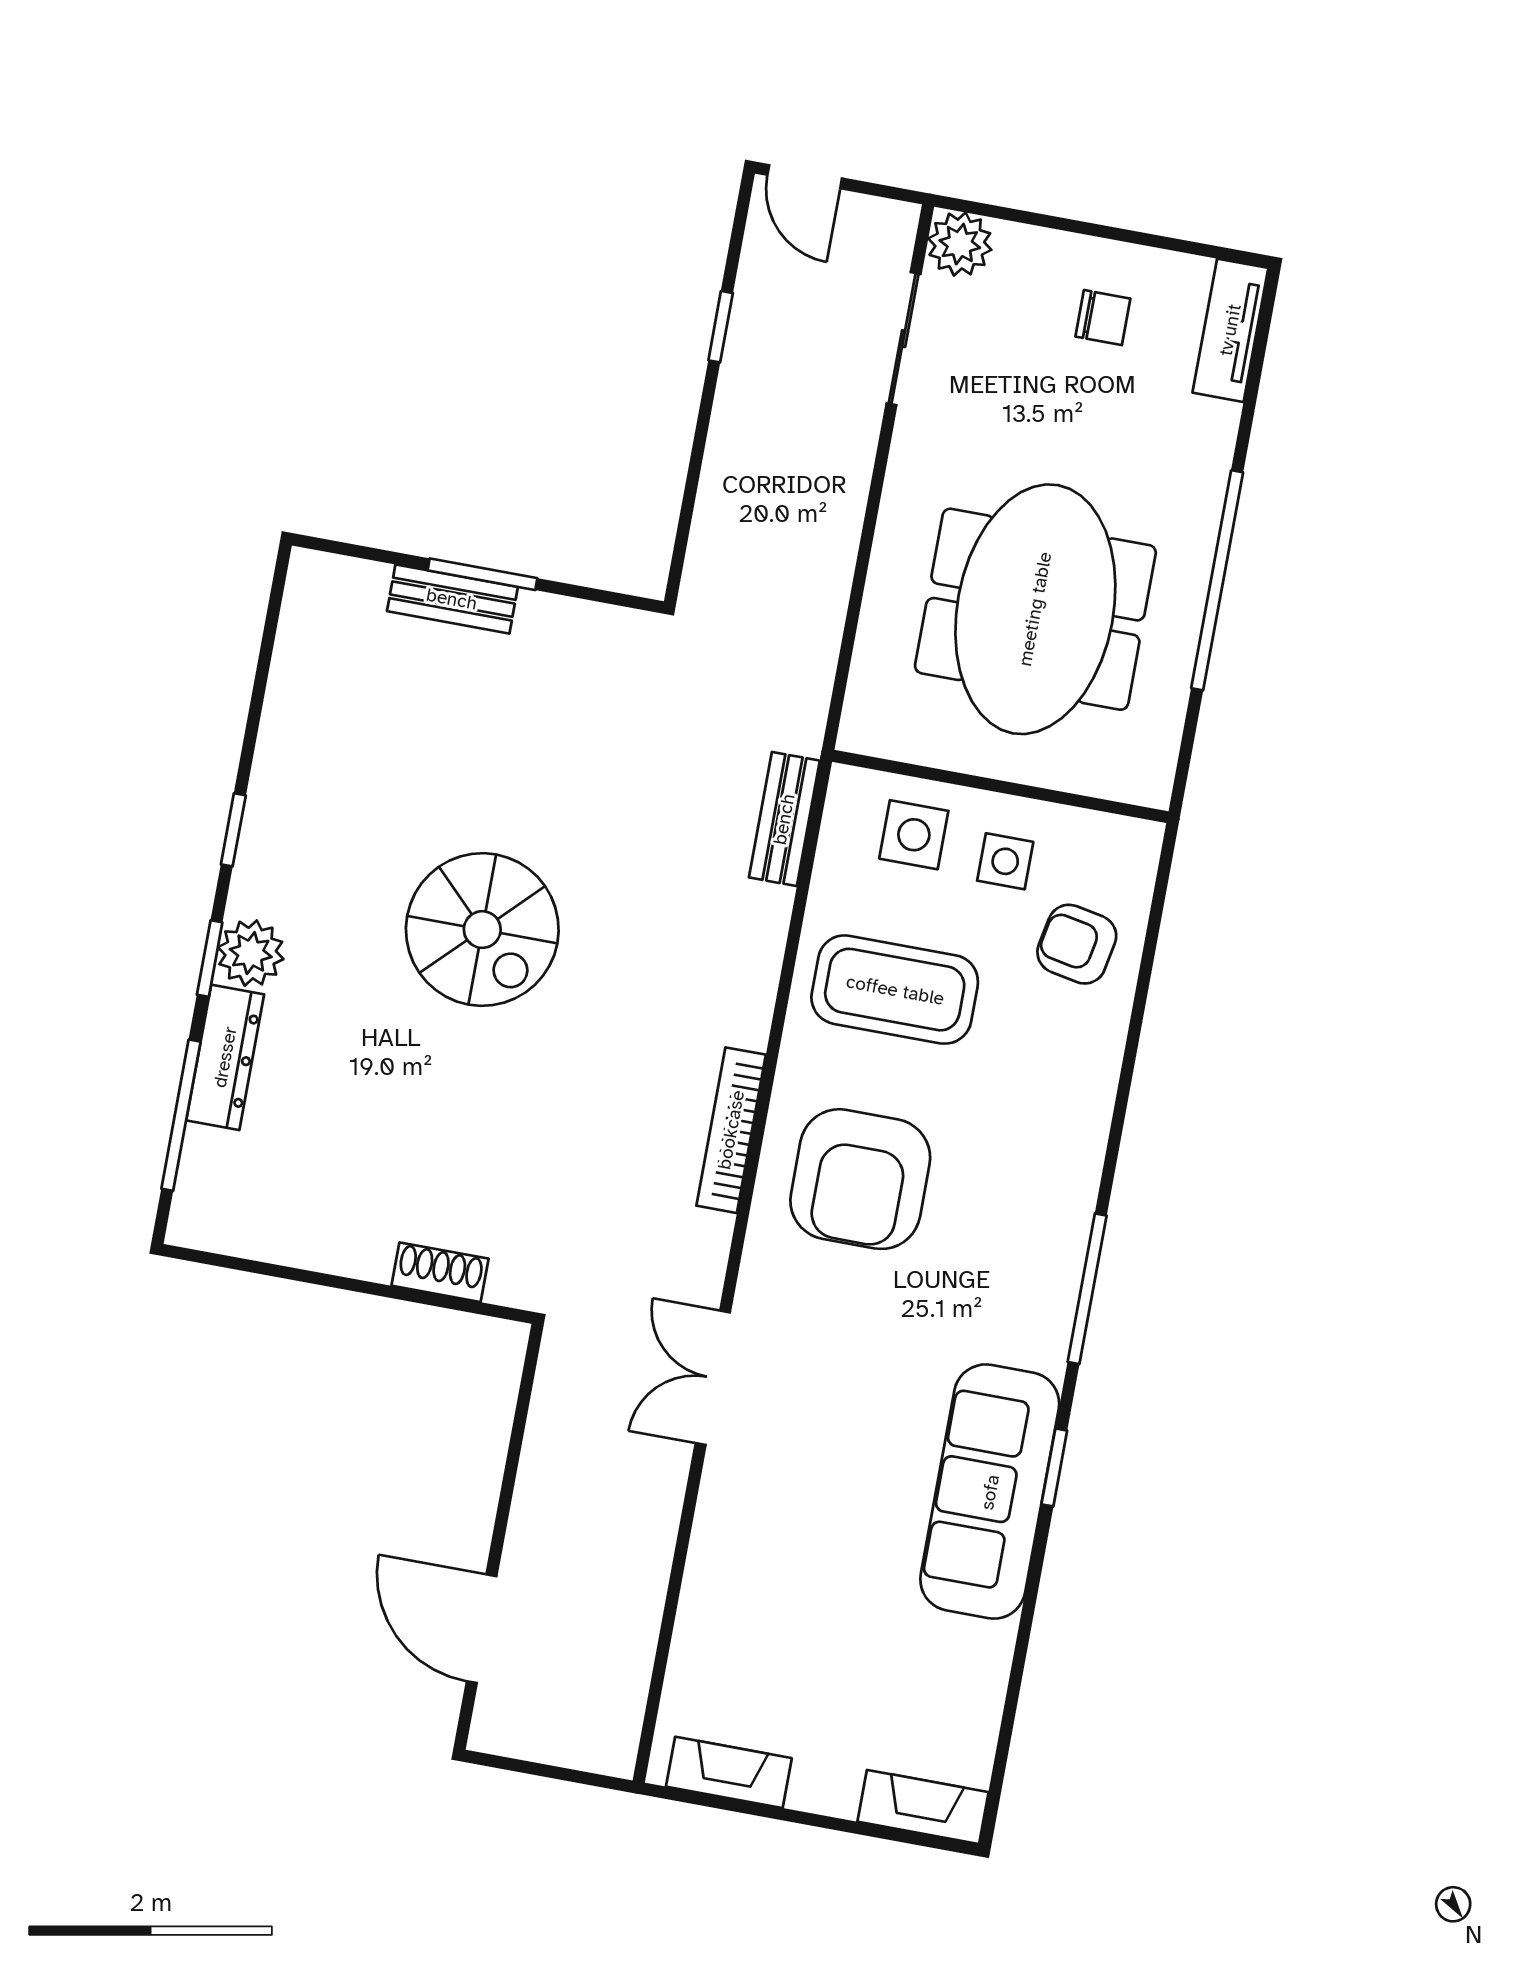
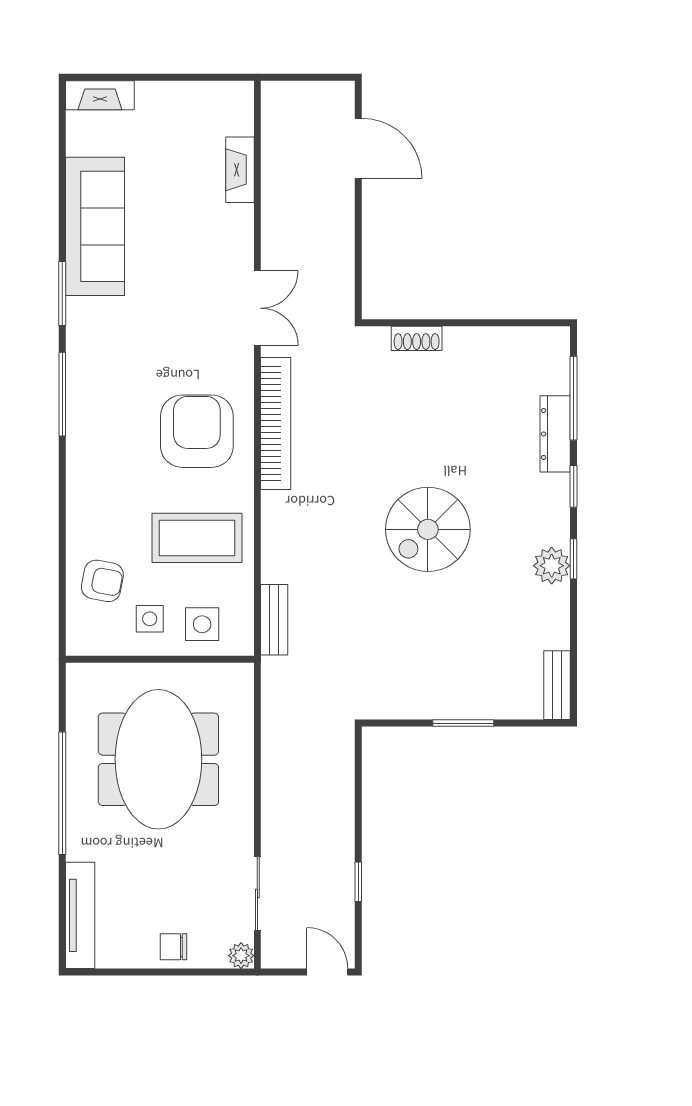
plant: (960, 244) -> (241, 956), width x0.73, depth x0.73
chair: (1103, 318) -> (174, 947), moved
tv unit: (1230, 330) -> (80, 915), width x1.41
bench: (452, 599) -> (557, 685), moved, turned 90
spiral stairs: (482, 930) -> (428, 529), turned -90
plant: (251, 953) -> (552, 566), moved
bookcase: (731, 1130) -> (276, 424), width x1.48, depth x1.31
window: (1054, 1467) -> (62, 293), width x1.50
sofa: (990, 1492) -> (95, 226), moved
fireplace: (729, 1772) -> (240, 170), moved, turned 90

